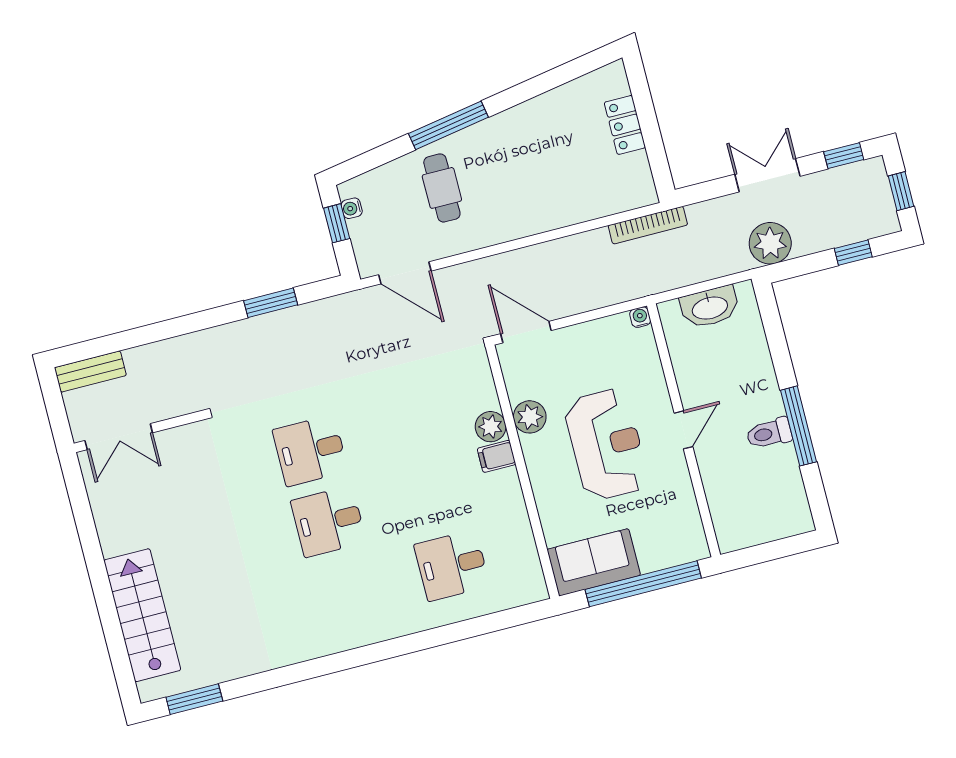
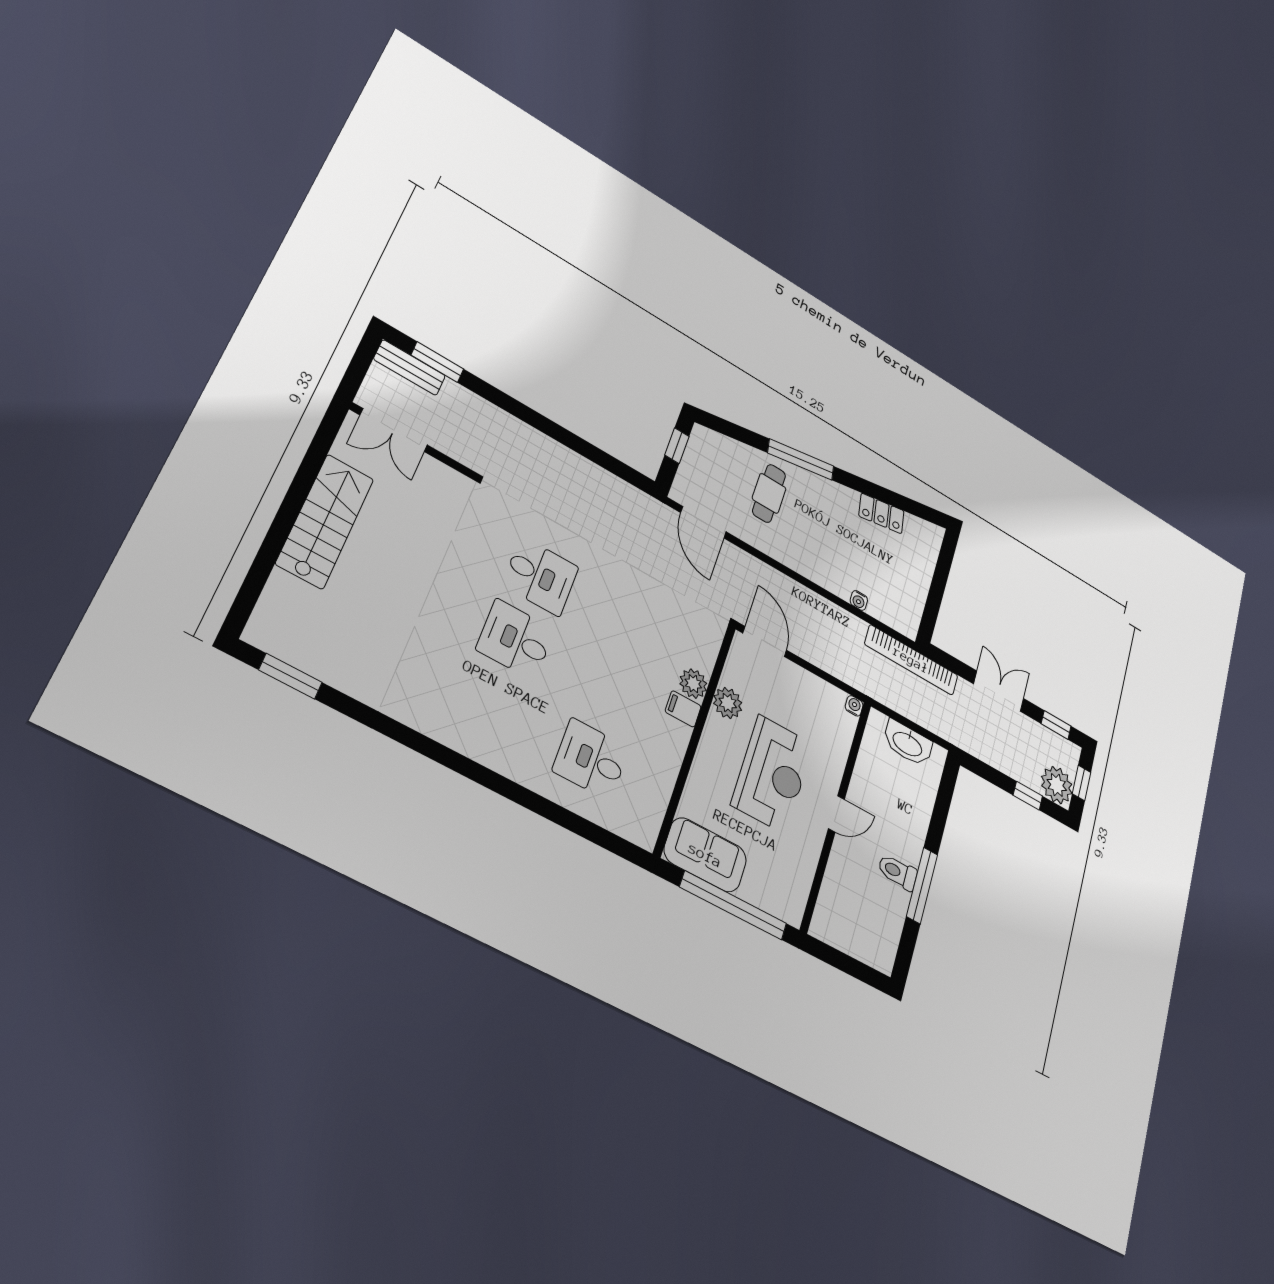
locker: (625, 125) -> (881, 513), moved, turned -100
water cooler: (352, 208) -> (859, 600), moved, turned -90
bookcase: (648, 225) -> (911, 660), width x1.48, depth x1.31
plant: (770, 243) -> (1057, 785), moved
window: (271, 303) -> (437, 362), moved
desk: (310, 451) -> (540, 576), turned 180
stairs: (142, 615) -> (325, 521), moved

